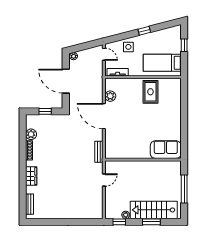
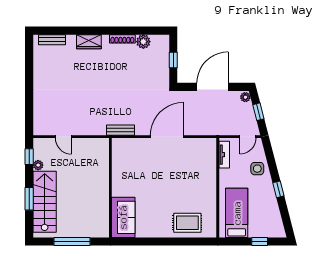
window: (85, 46) -> (258, 112), added
rug: (150, 92) -> (187, 223), moved
plant: (110, 96) -> (193, 145), removed
door: (104, 180) -> (63, 137), moved

